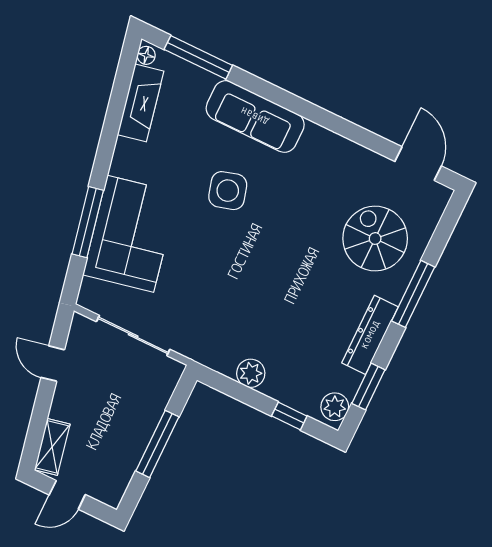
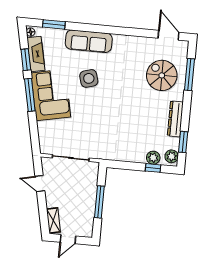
window: (198, 57) -> (54, 24), width x0.69
window: (116, 106) -> (26, 60), added
window: (88, 222) -> (30, 95), moved
corner sofa: (130, 234) -> (51, 95), moved
window: (413, 294) -> (189, 75), moved
plant: (251, 373) -> (153, 158), moved

